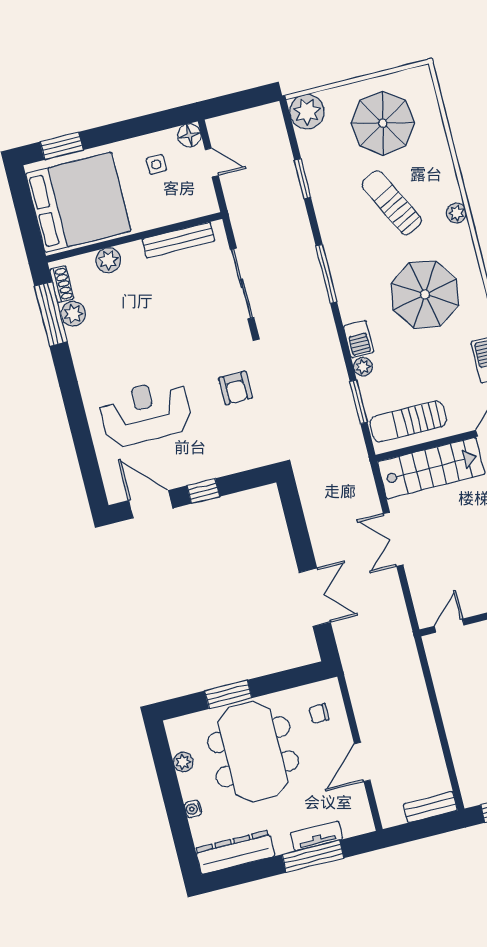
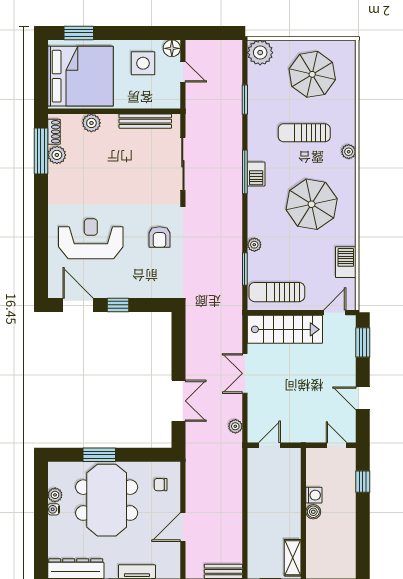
side table: (156, 164) -> (143, 63), width x1.87, depth x1.87
sun lounger: (392, 203) -> (304, 133), turned -63
barbecue: (359, 339) -> (256, 174), moved
plant: (398, 612) -> (235, 426), added
water cooler: (193, 809) -> (54, 509), moved

